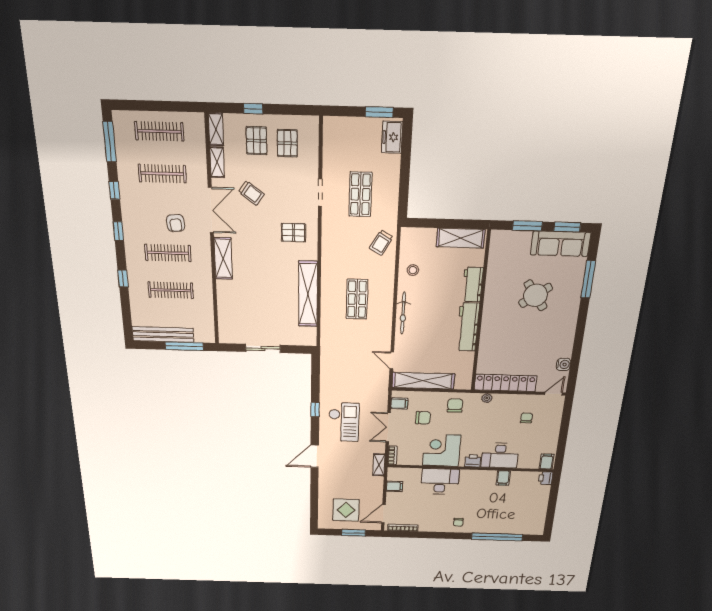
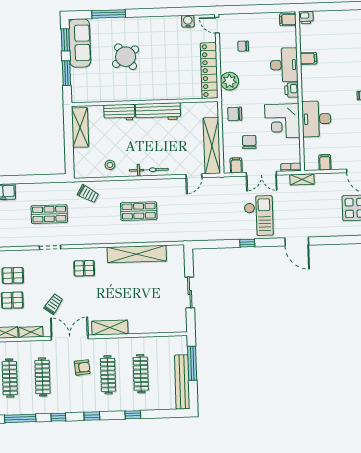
pallet: (293, 233) -> (84, 268), turned 90
plant: (487, 398) -> (229, 81), width x1.88, depth x1.88
checkout: (344, 422) -> (259, 216), turned 90

